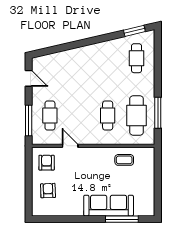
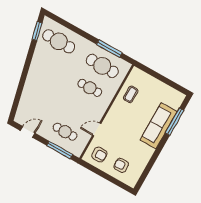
cafe table: (137, 58) -> (59, 41), width x1.37, depth x1.35
armchair: (47, 163) -> (99, 154), turned 180

